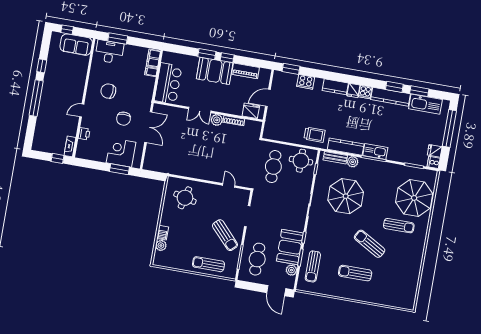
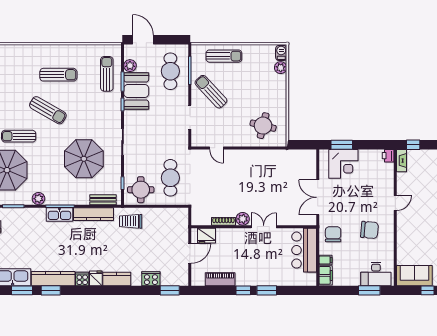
booth: (215, 71) -> (255, 273), removed
chair: (123, 119) -> (333, 234), moved
printer: (84, 134) -> (388, 156), moved
plant: (353, 162) -> (38, 199), moved
barbecue: (163, 233) -> (281, 53), moved

